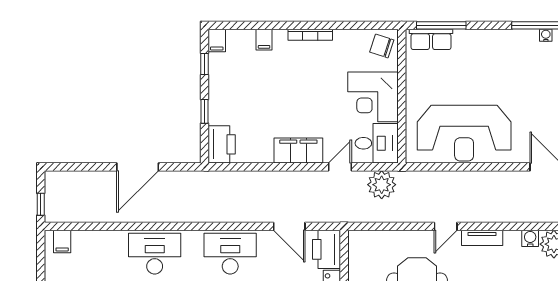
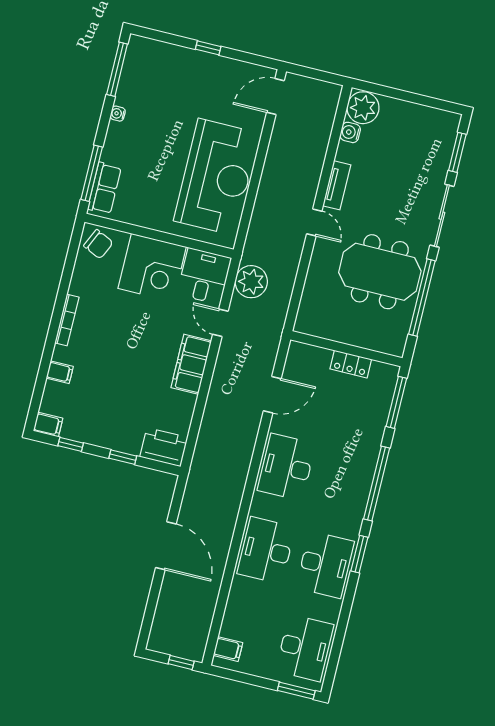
water cooler: (546, 35) -> (118, 114), moved
chair: (382, 46) -> (98, 244), turned -83
printer: (326, 249) -> (308, 360), removed

